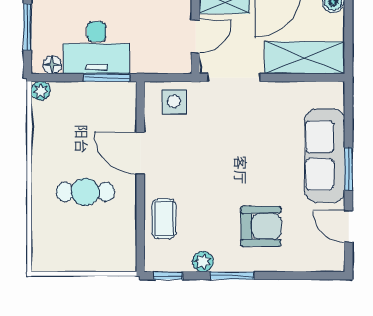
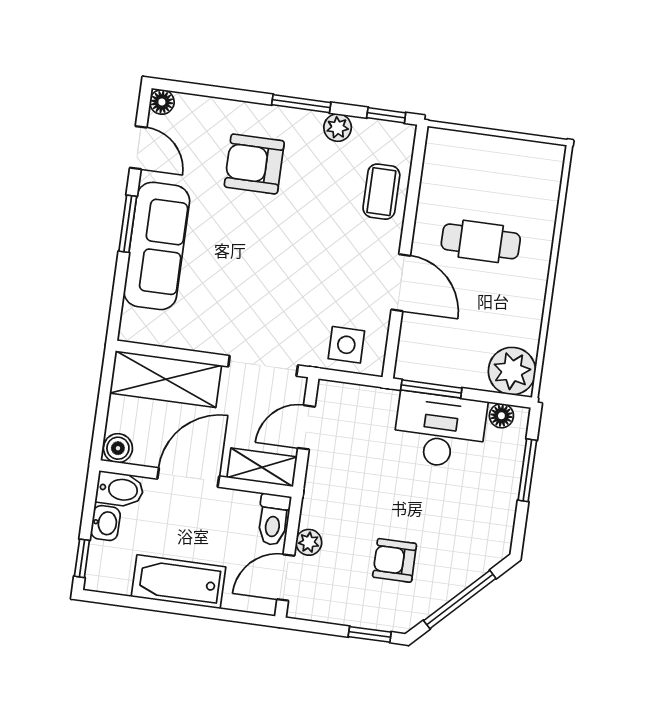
plant: (41, 91) -> (512, 371), width x1.88, depth x1.88
floor lamp: (336, 263) -> (162, 102), added

